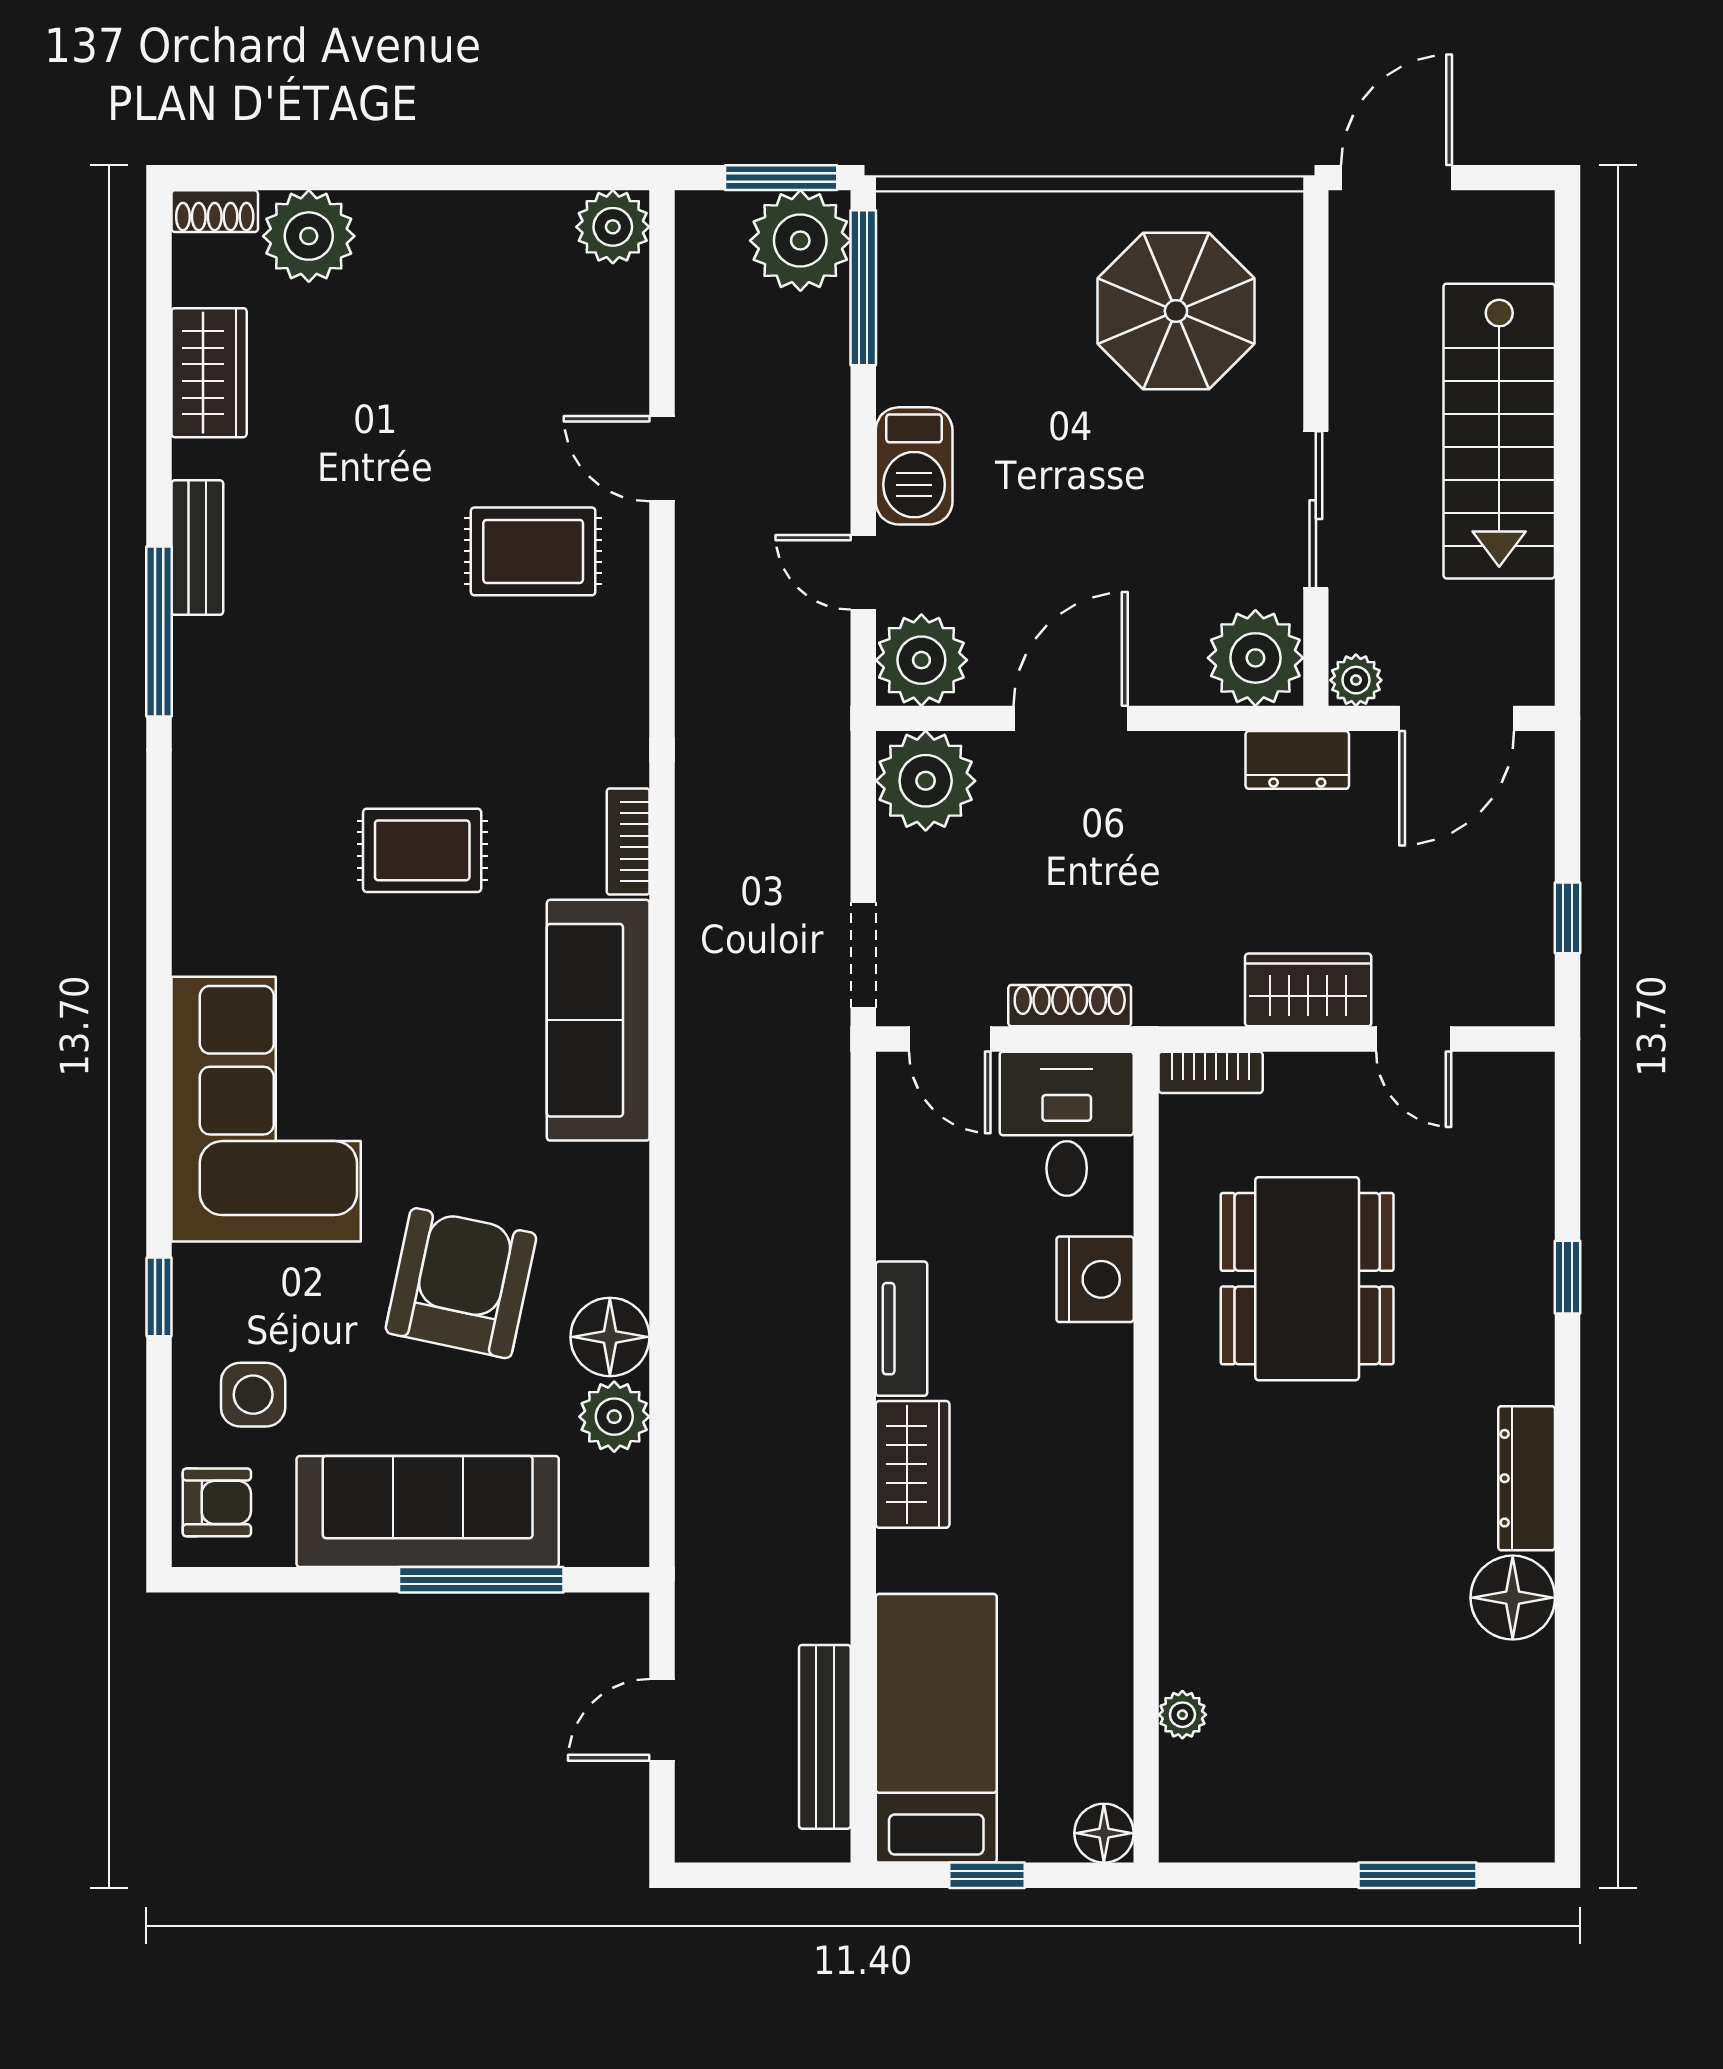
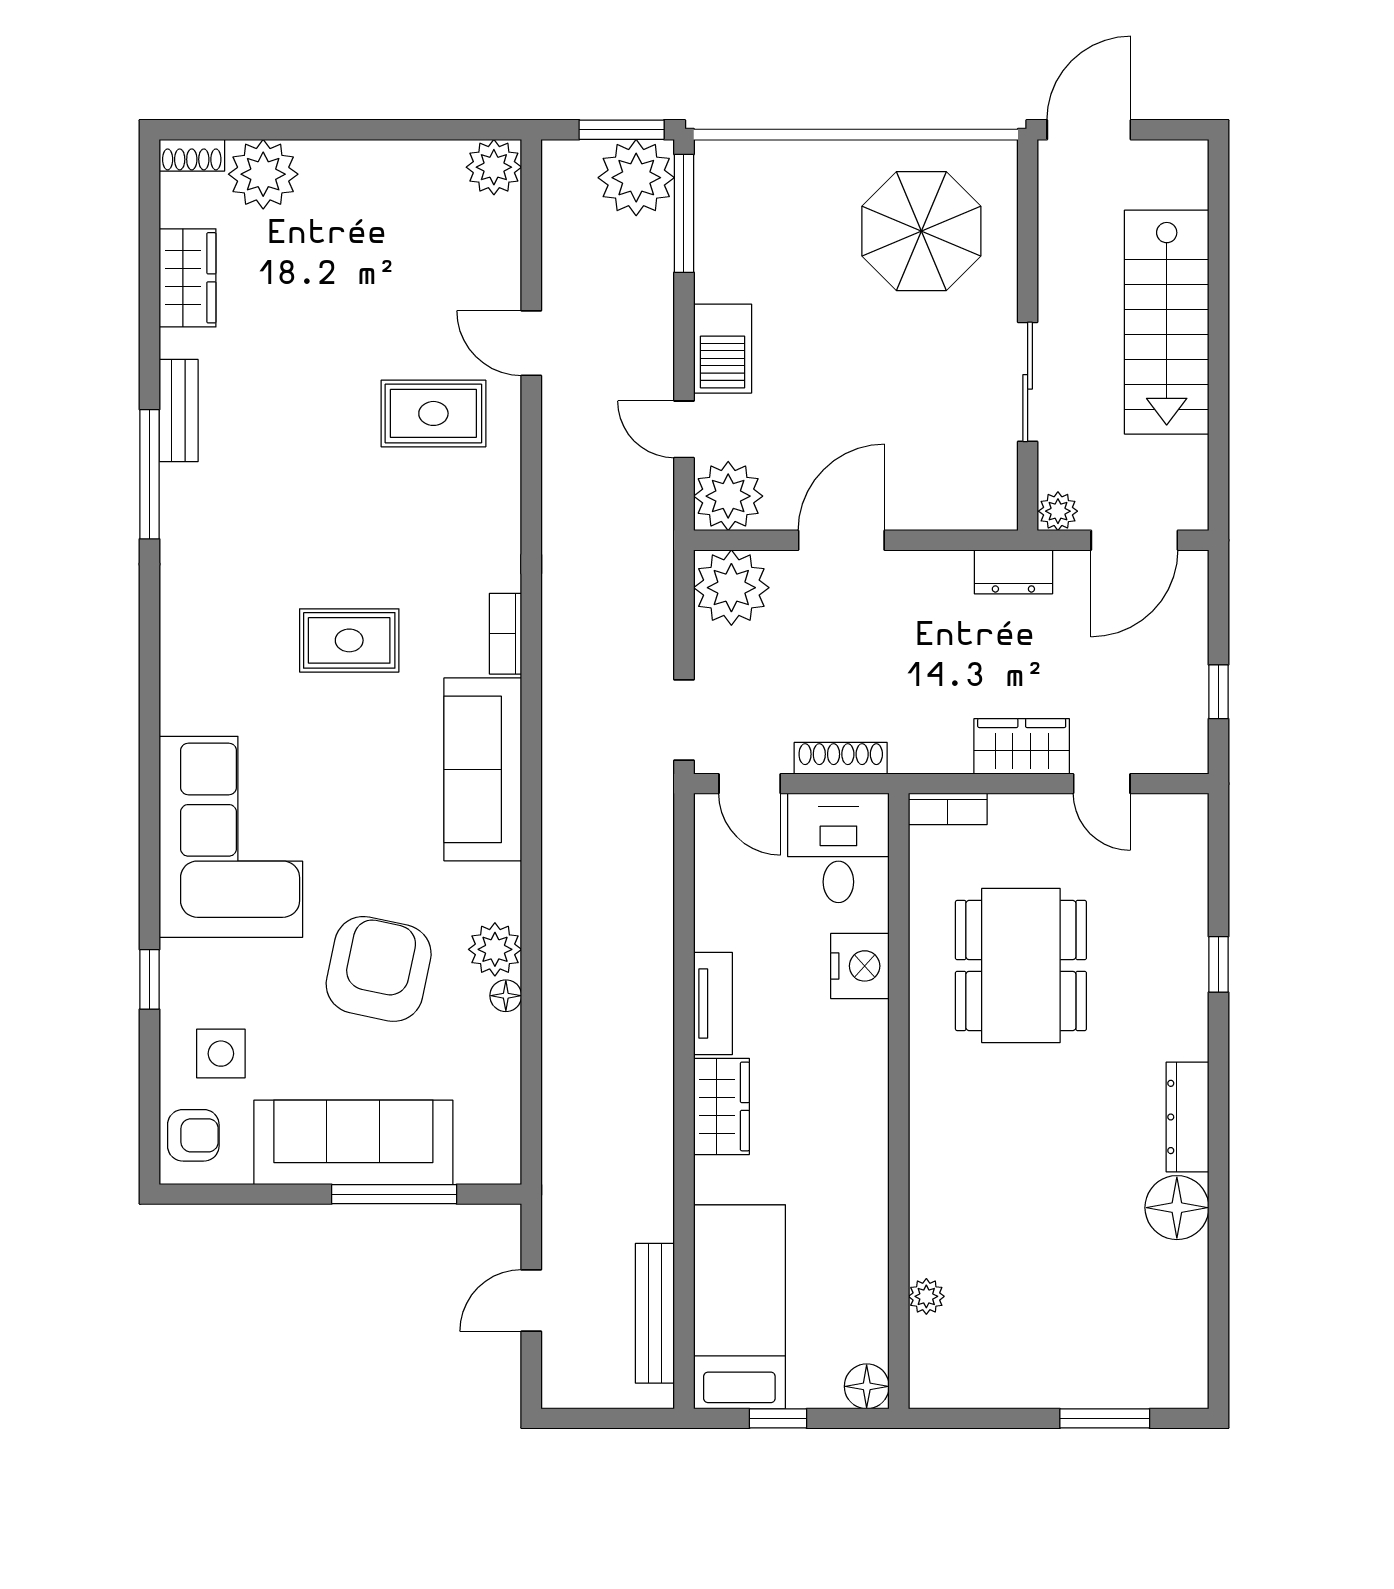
plant: (1255, 658) -> (982, 494), removed
floor lamp: (610, 1337) -> (506, 996), width x0.53, depth x0.53
plant: (614, 1417) -> (495, 949), moved

